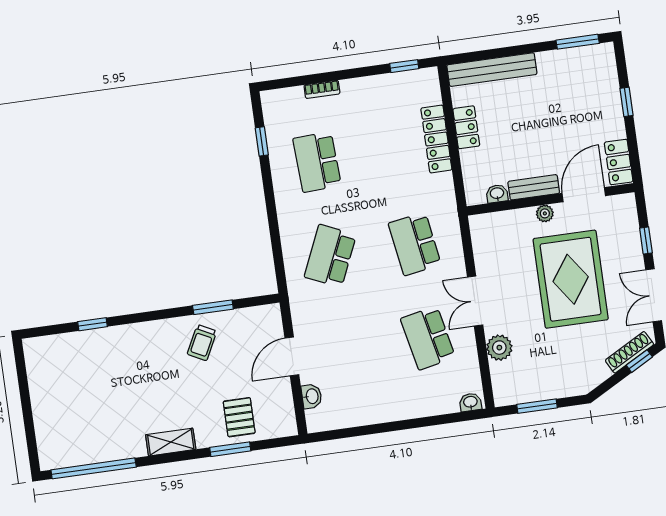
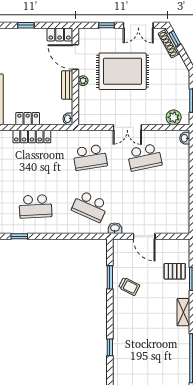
washbasin: (497, 194) -> (68, 119), moved
plant: (499, 348) -> (174, 117), moved
washbasin: (312, 396) -> (115, 228), moved

